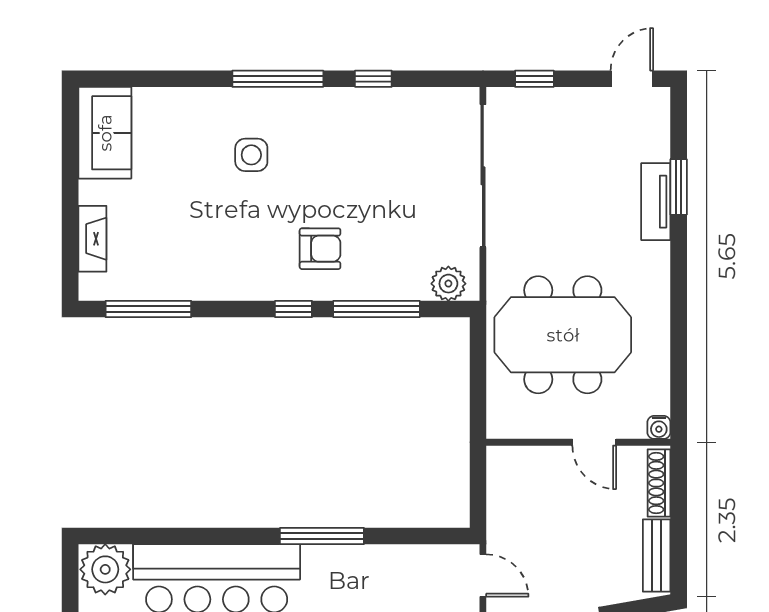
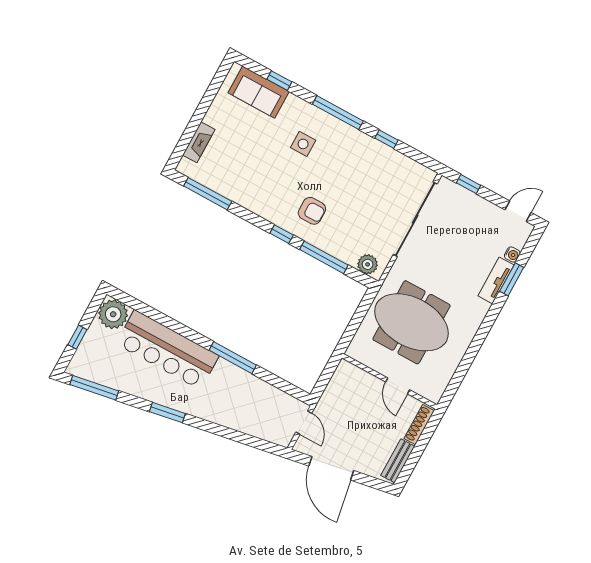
window: (163, 79) -> (279, 81), added
sofa: (105, 133) -> (259, 92), moved, turned 90
water cooler: (659, 427) -> (512, 255), moved, turned -90

